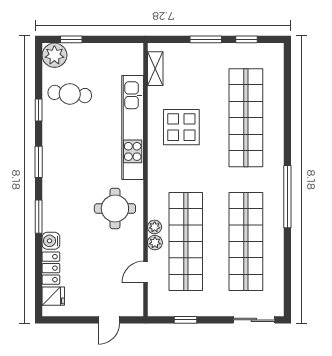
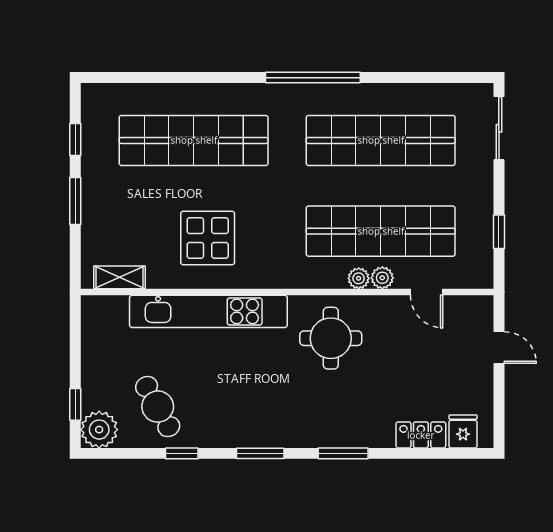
cafe table: (70, 94) -> (158, 407), turned -35
water cooler: (51, 241) -> (380, 435), removed

